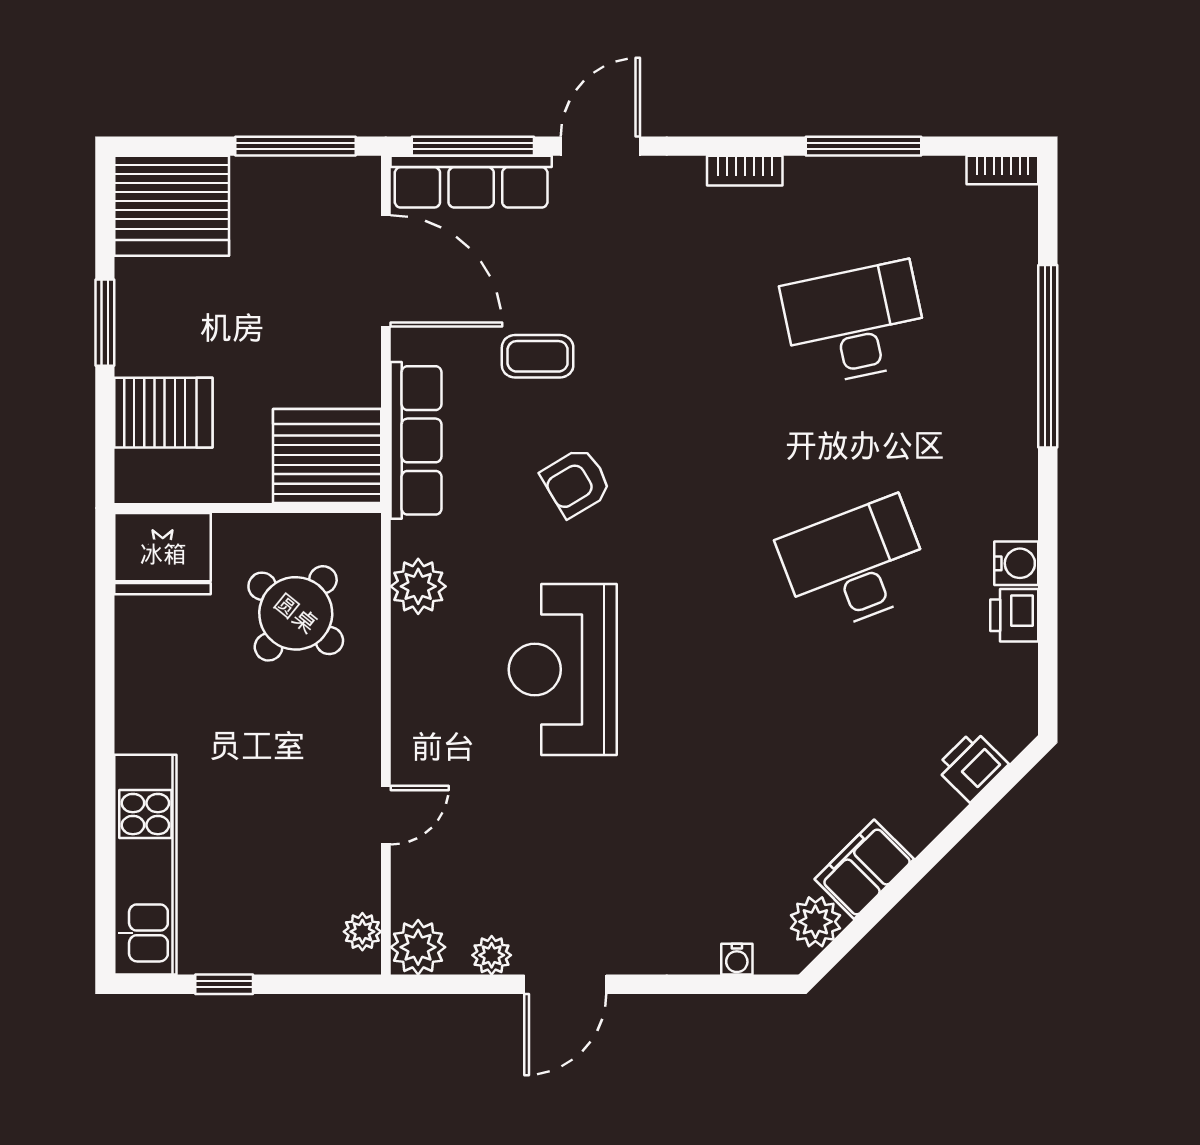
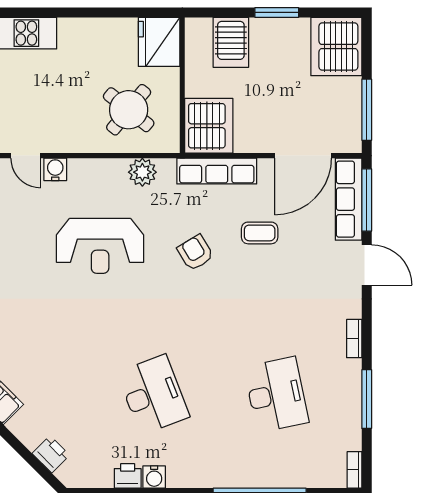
coffee table: (538, 356) -> (260, 233), turned 90
reception desk: (563, 669) -> (100, 246), turned 180
water cooler: (413, 757) -> (55, 169), added

